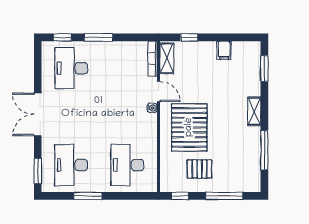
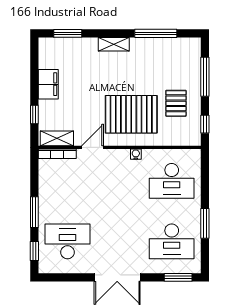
filing cabinet: (224, 50) -> (48, 84), width x2.00
desk: (71, 68) -> (67, 241), turned 180
water cooler: (152, 108) -> (136, 154), moved

